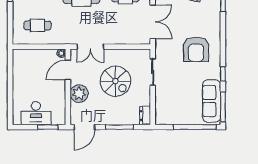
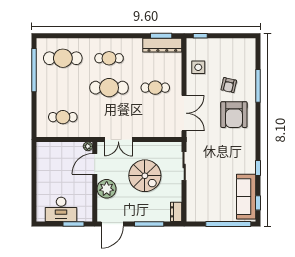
armchair: (196, 49) -> (234, 115), moved
window: (223, 107) -> (258, 203), width x0.46

